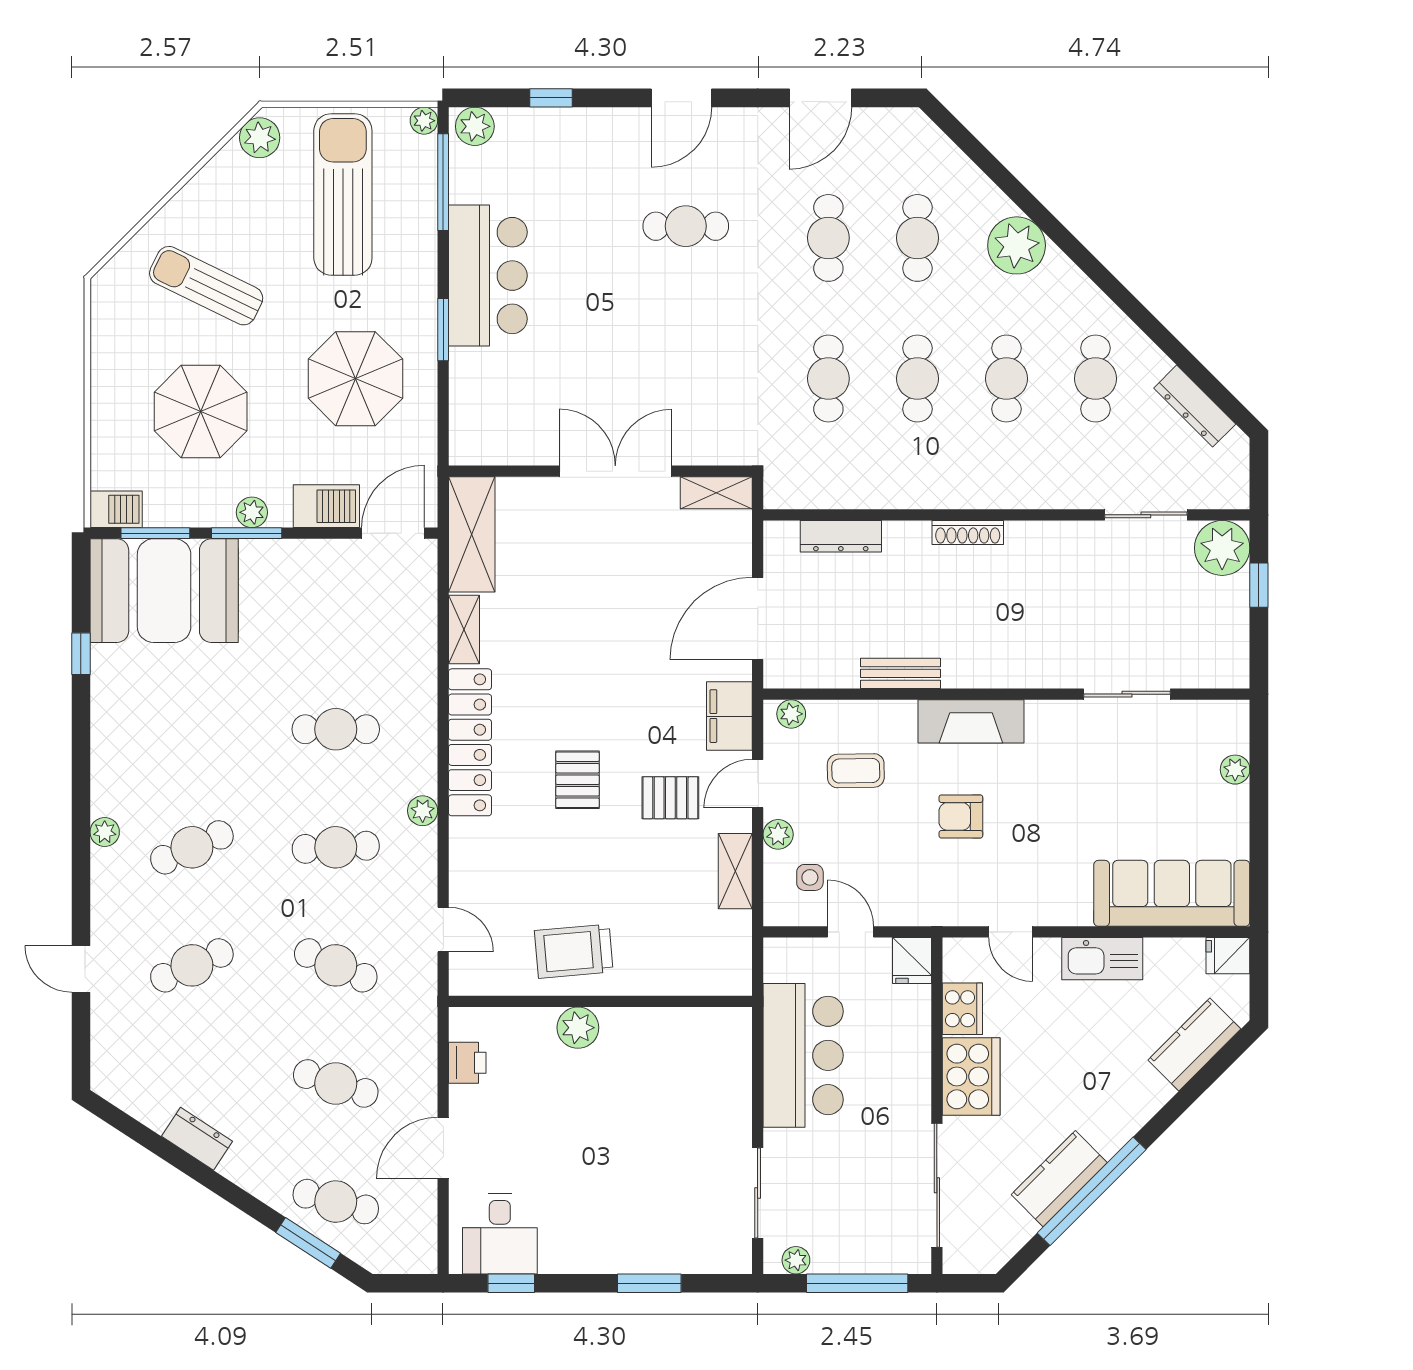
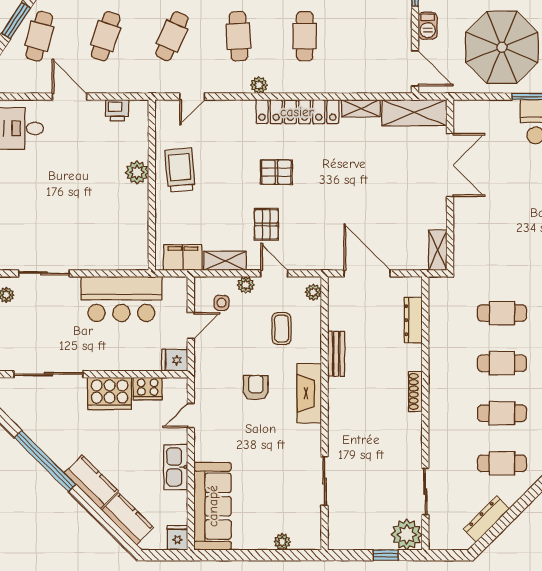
parasol: (355, 379) -> (502, 47), width x1.36, depth x1.36
double door: (615, 471) -> (450, 165), moved
barbecue: (326, 506) -> (428, 26), width x0.73, depth x0.79
filing cabinet: (729, 716) -> (183, 257), moved
kitchen counter: (1059, 1179) -> (91, 482), moved

